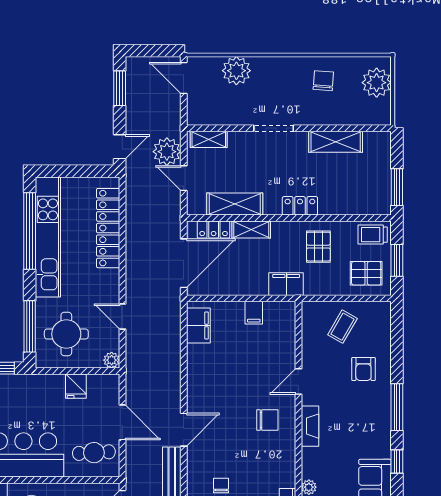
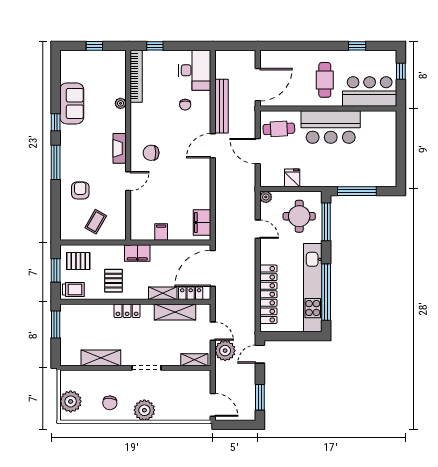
plant: (236, 71) -> (144, 410), moved

